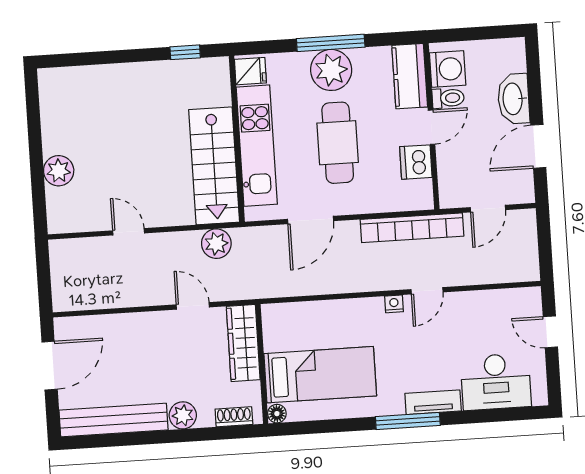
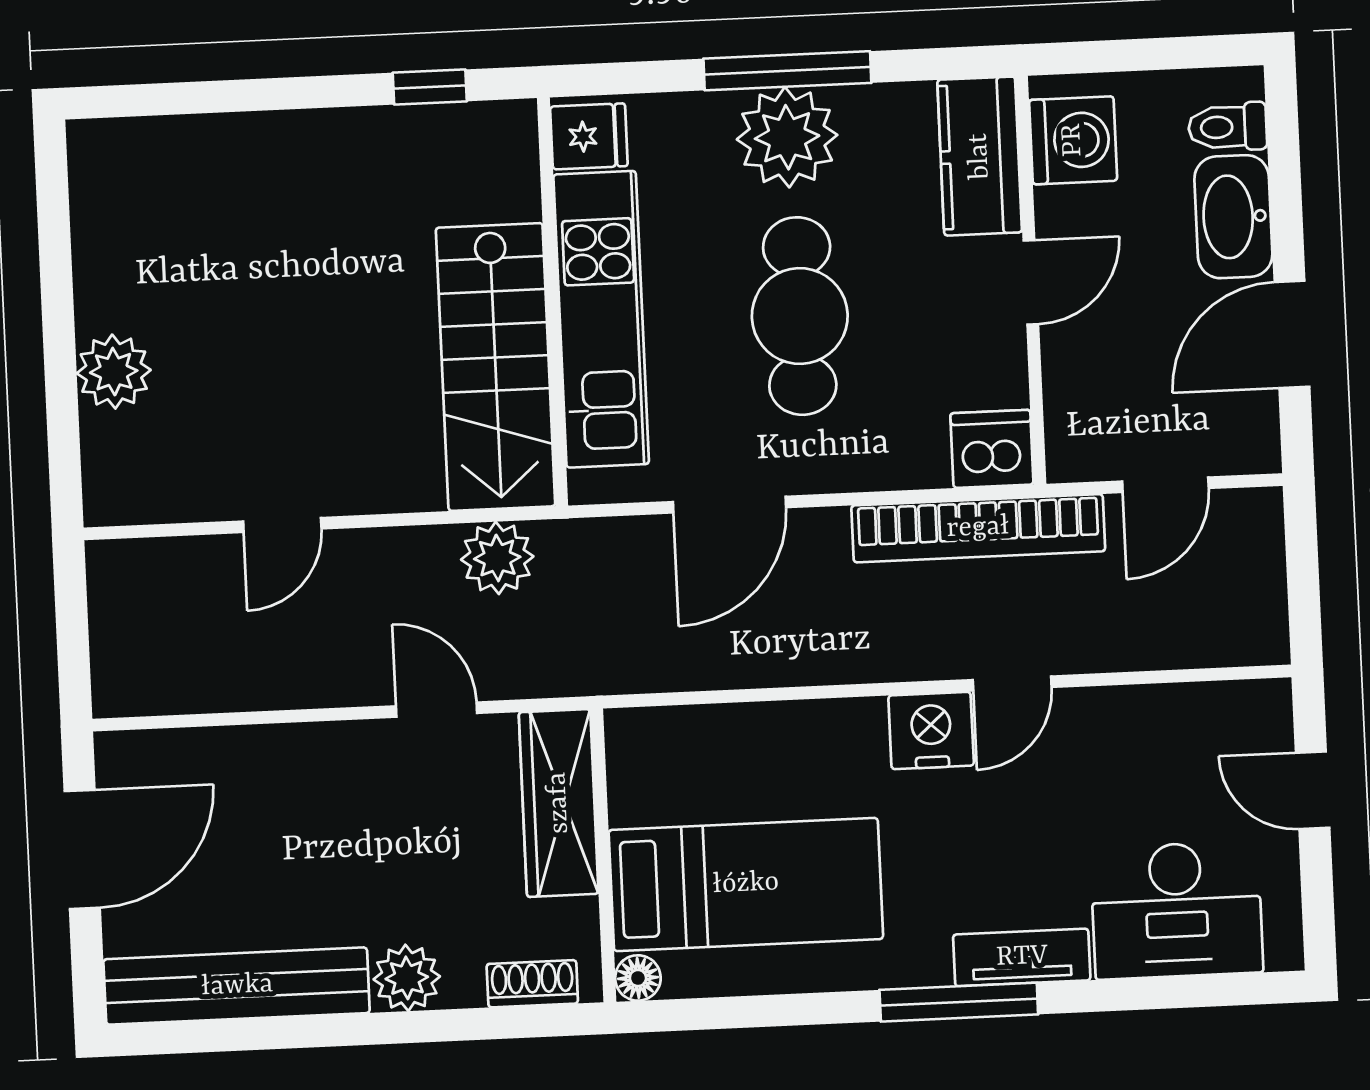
toilet: (448, 98) -> (1228, 127), moved, turned 180
dishwasher: (416, 162) -> (992, 449), moved, turned 90
door: (129, 232) -> (282, 525), swing flipped
nightstand: (394, 304) -> (931, 731), width x1.89, depth x1.79

